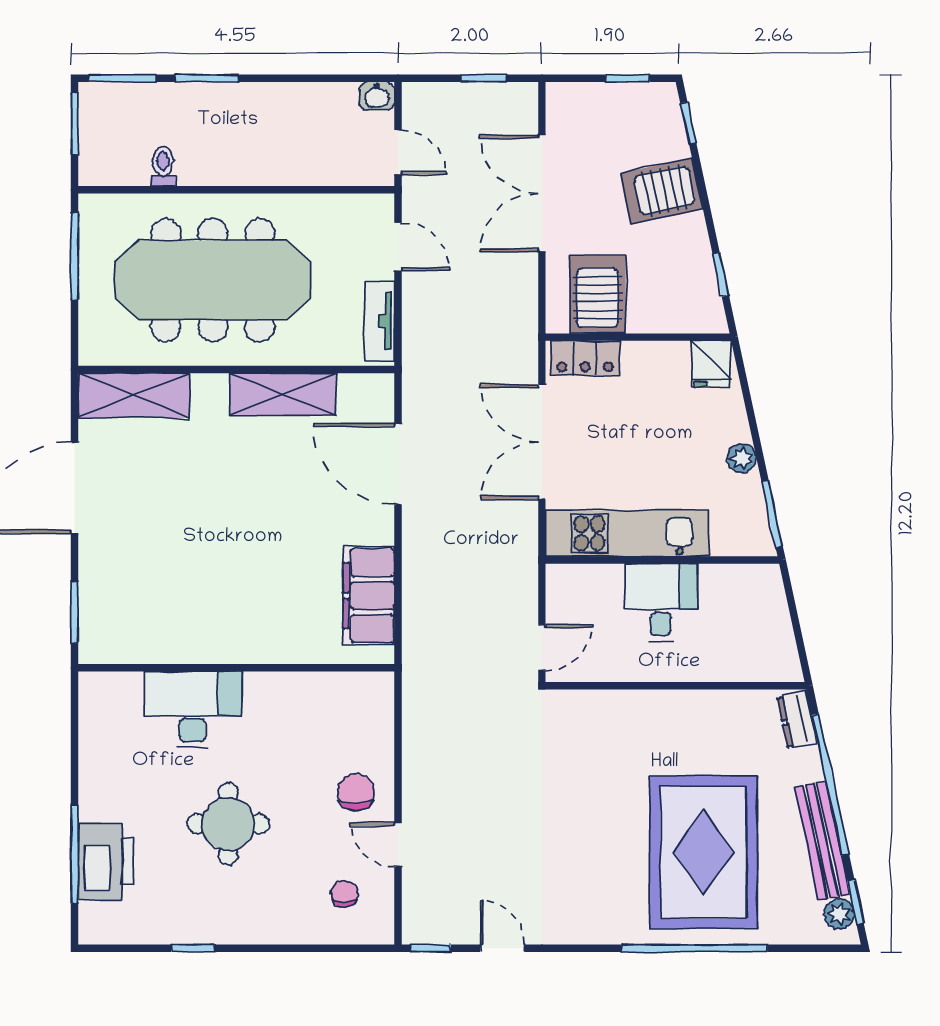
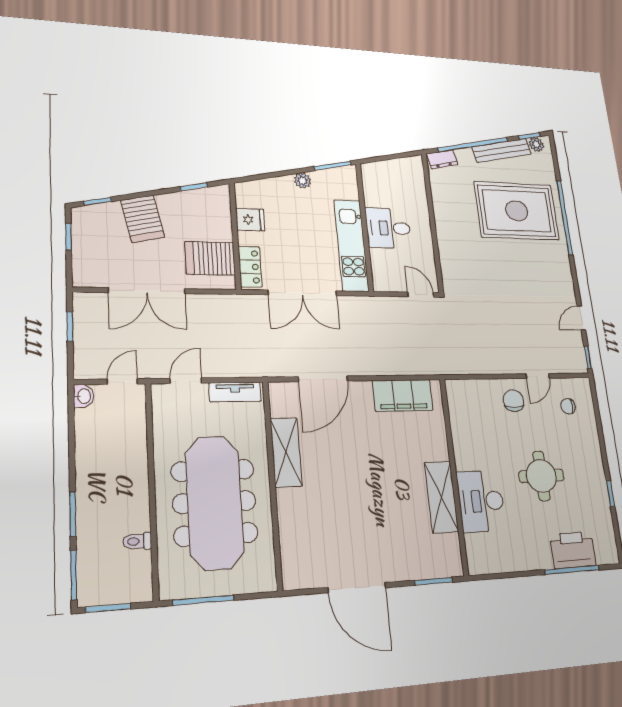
fridge: (711, 364) -> (250, 219), moved
shelving: (134, 395) -> (441, 497), moved
chair: (356, 792) -> (513, 401), turned 90

